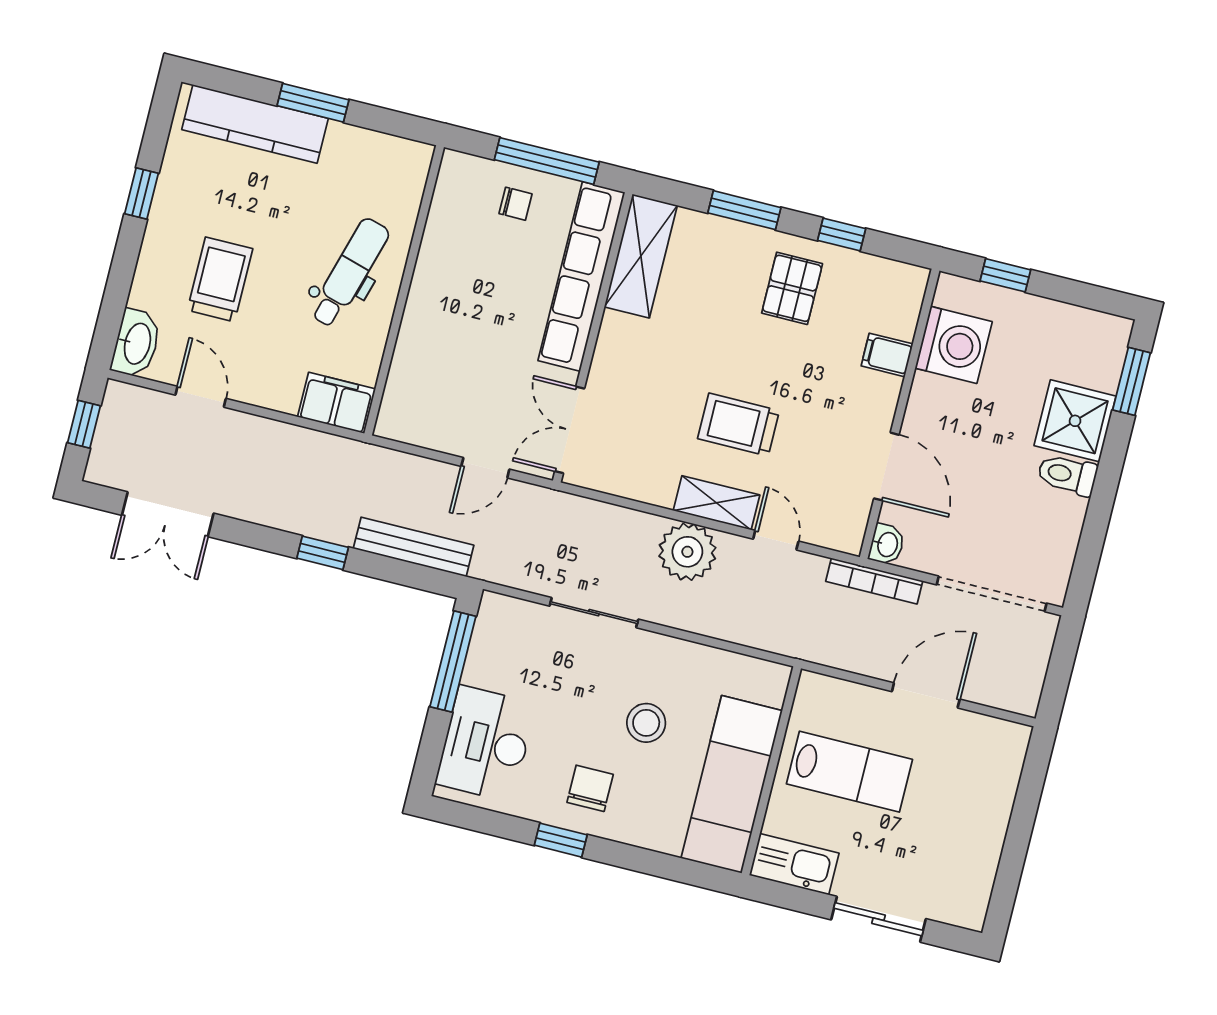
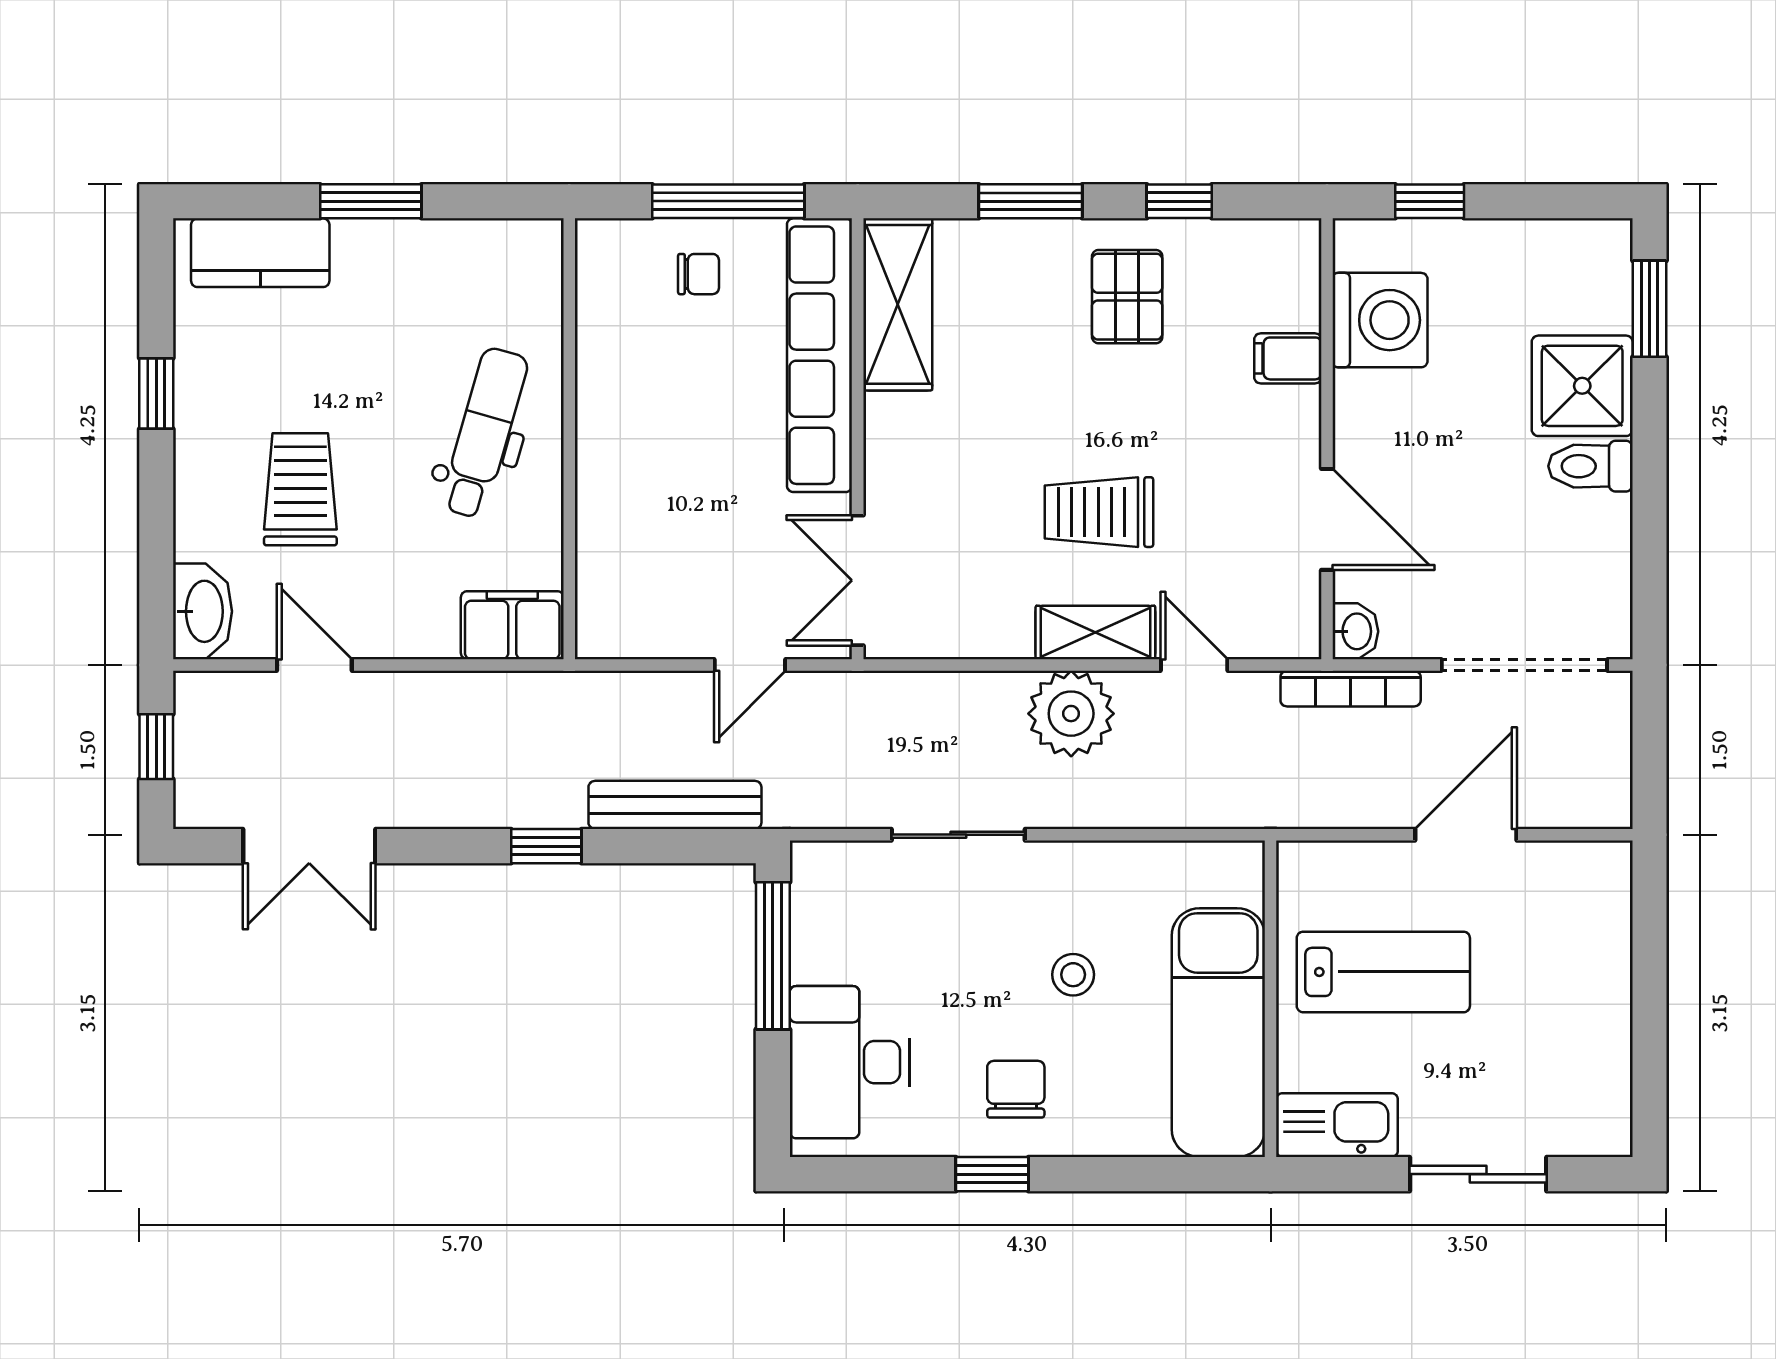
kitchen counter: (255, 124) -> (260, 253), width x0.67
stool: (646, 723) -> (1073, 975), width x0.73, depth x0.73

